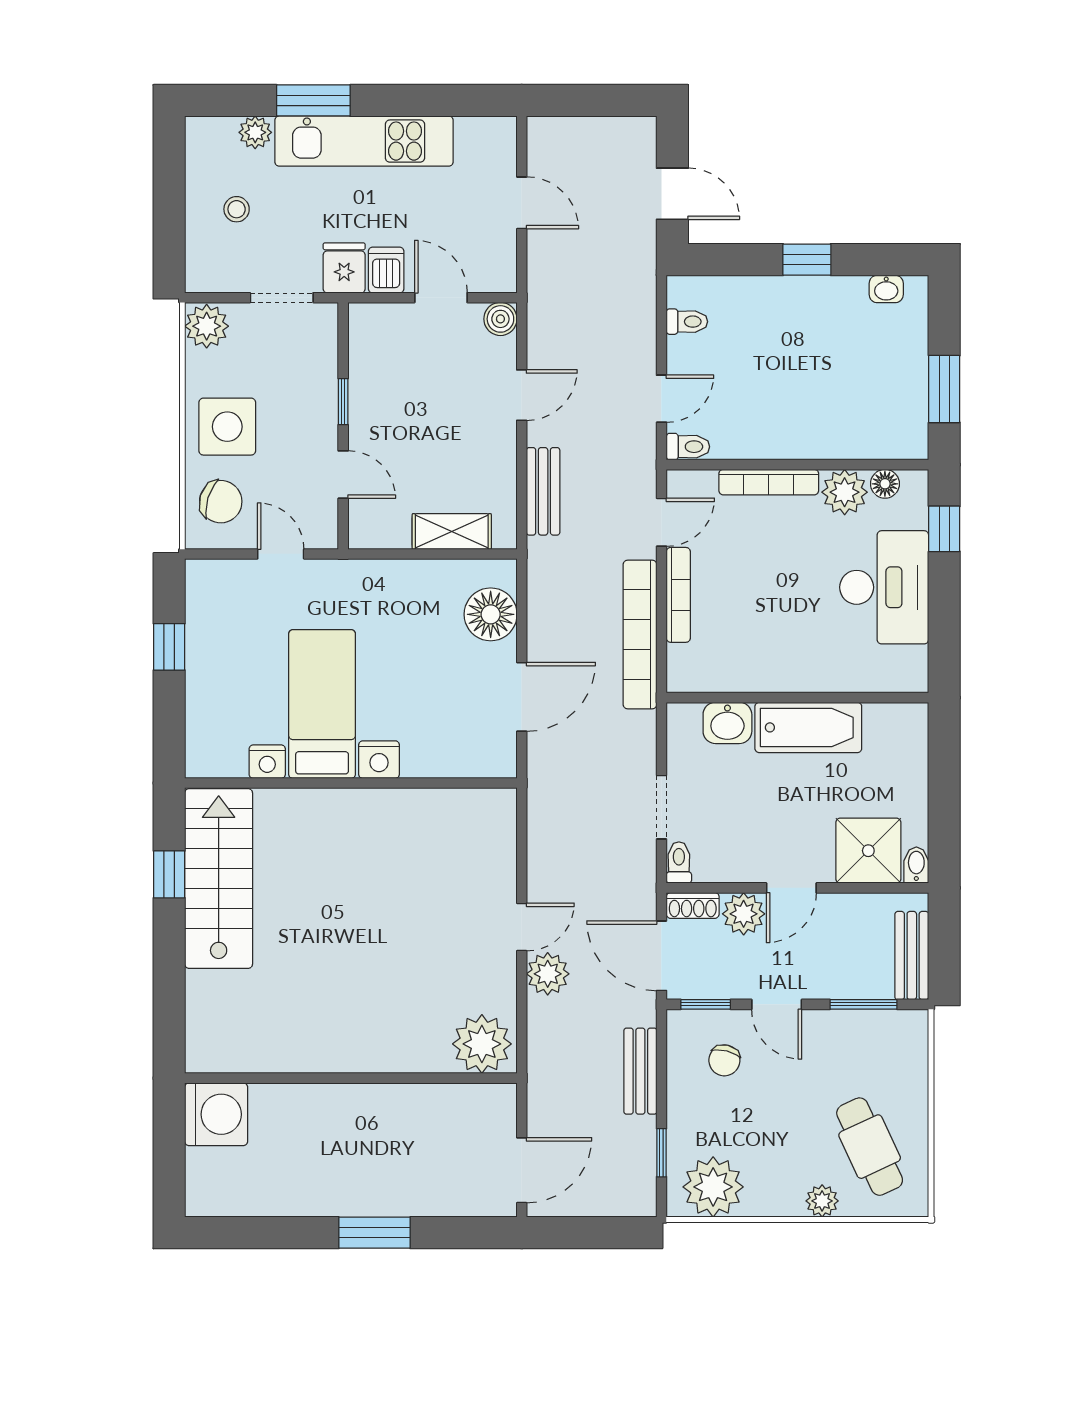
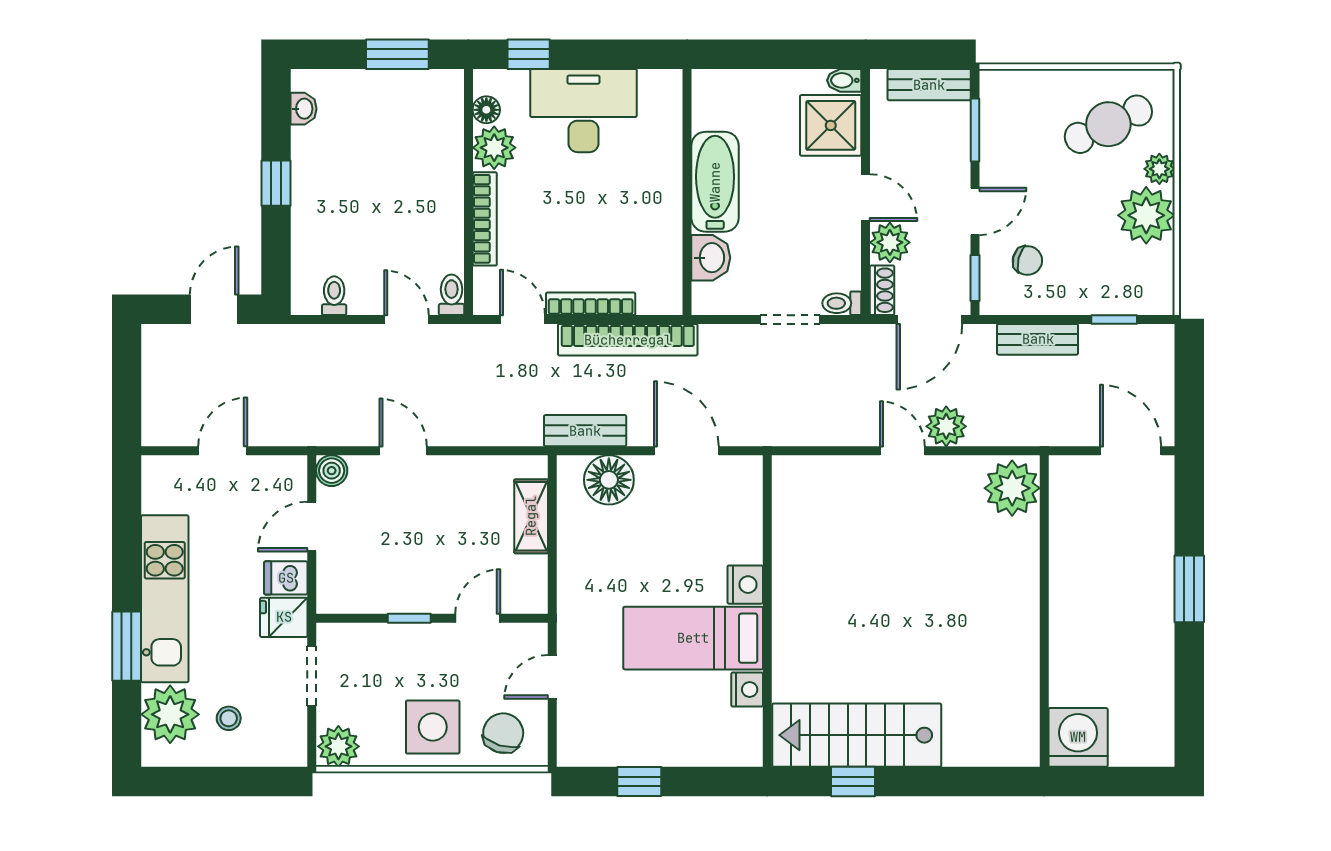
plant: (255, 132) -> (170, 714), width x1.88, depth x1.88
bench: (543, 491) -> (585, 431), moved
plant: (713, 1187) -> (1146, 215), moved

